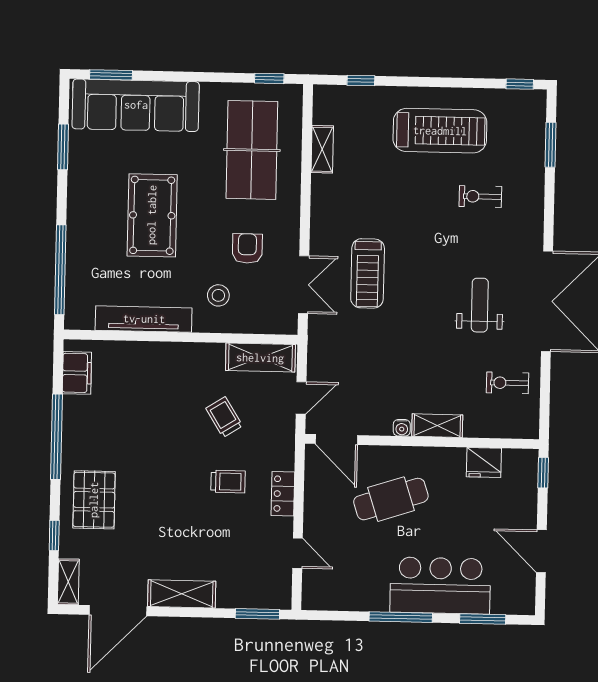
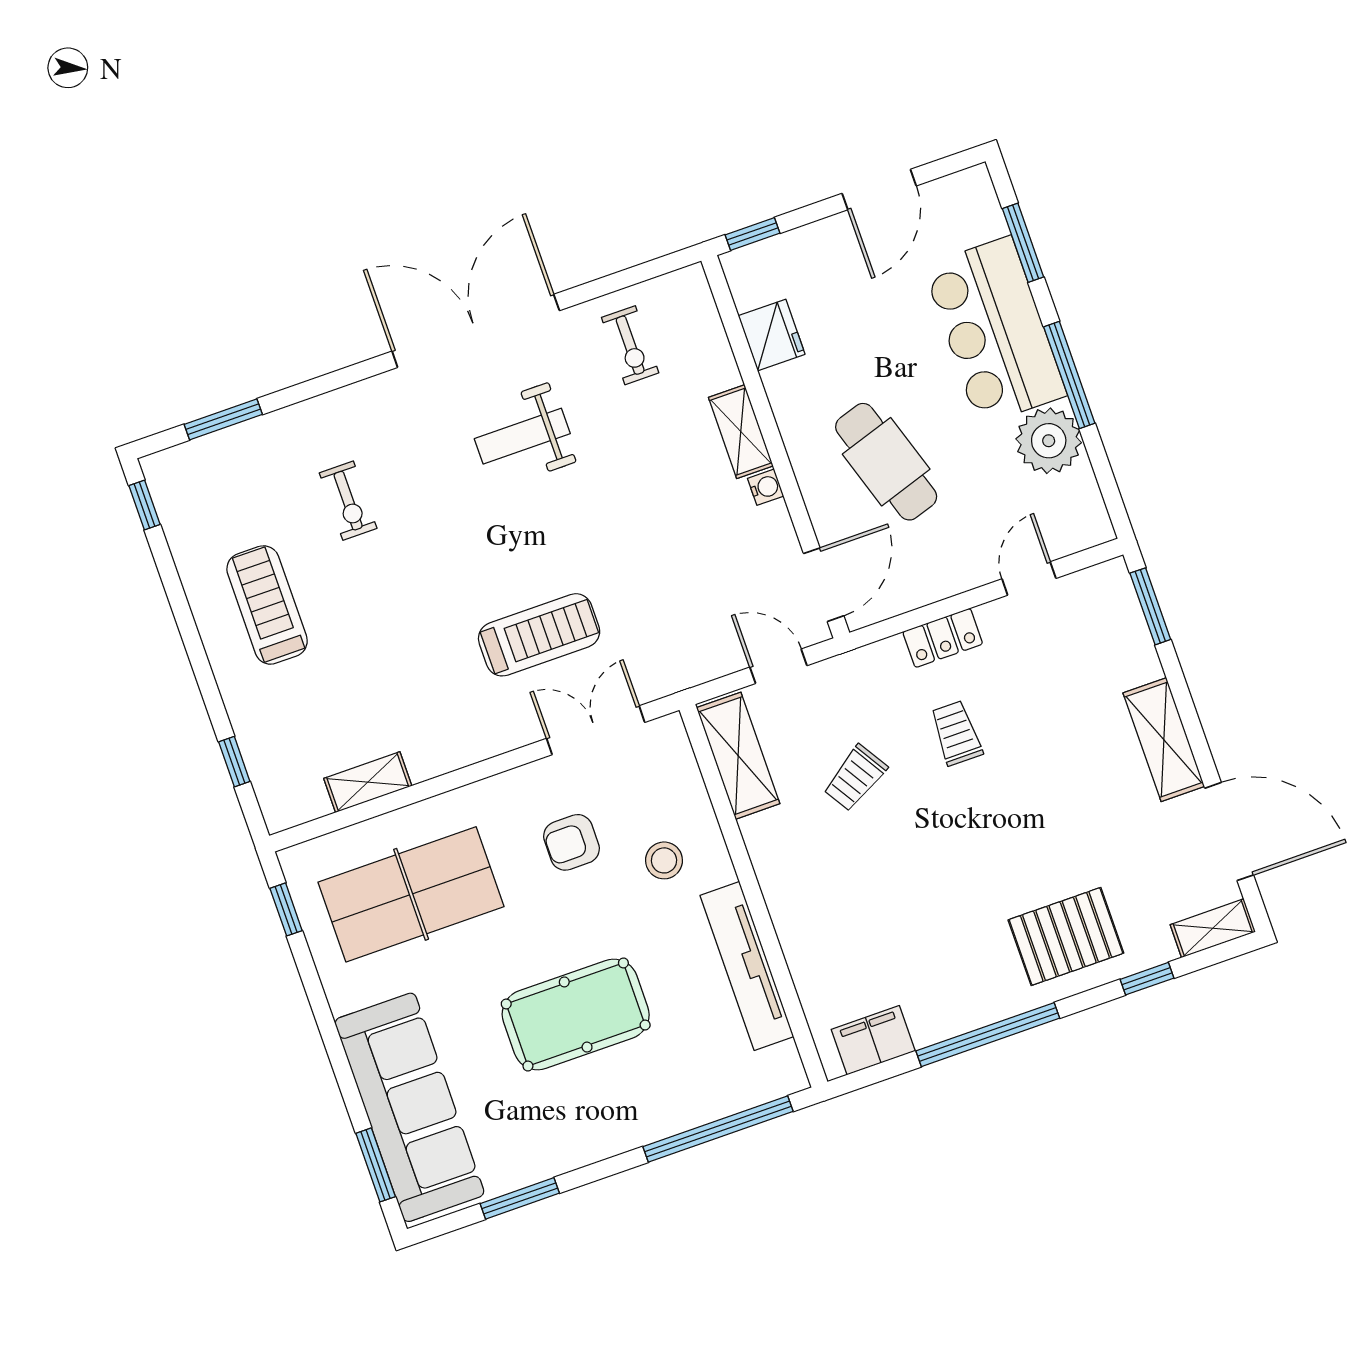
treadmill: (440, 131) -> (267, 605), width x0.73, depth x0.73
plant: (369, 592) -> (1049, 441), added

